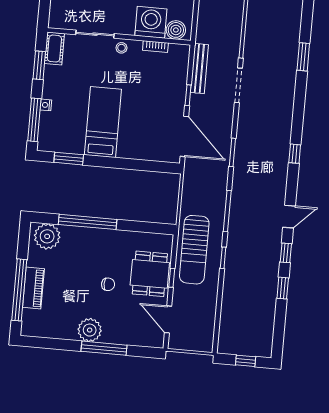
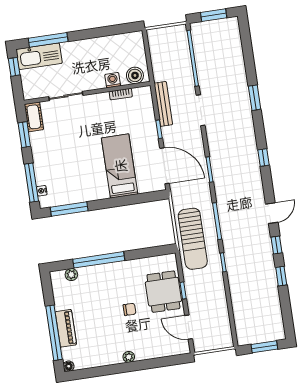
washing machine: (151, 22) -> (113, 80), width x0.53, depth x0.53
stool: (121, 48) -> (92, 102), removed
window: (303, 57) -> (255, 98), moved
nightstand: (46, 105) -> (42, 191), moved
bed: (103, 122) -> (120, 166), moved
window: (69, 159) -> (69, 209), width x1.44
plant: (47, 236) -> (71, 275), width x0.53, depth x0.53
sun lounger: (194, 250) -> (193, 239), moved
floor lamp: (27, 330) -> (69, 366), added
plant: (90, 330) -> (129, 357), width x0.53, depth x0.53
window: (104, 348) -> (139, 365), removed
window: (246, 361) -> (264, 347), width x1.50

